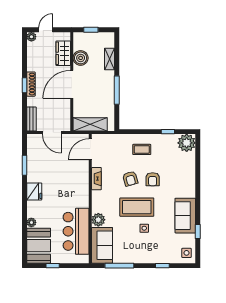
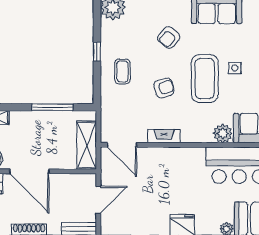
window: (117, 90) -> (52, 107), moved
window: (168, 132) -> (97, 52), moved
armchair: (153, 179) -> (169, 37), moved, turned 131

